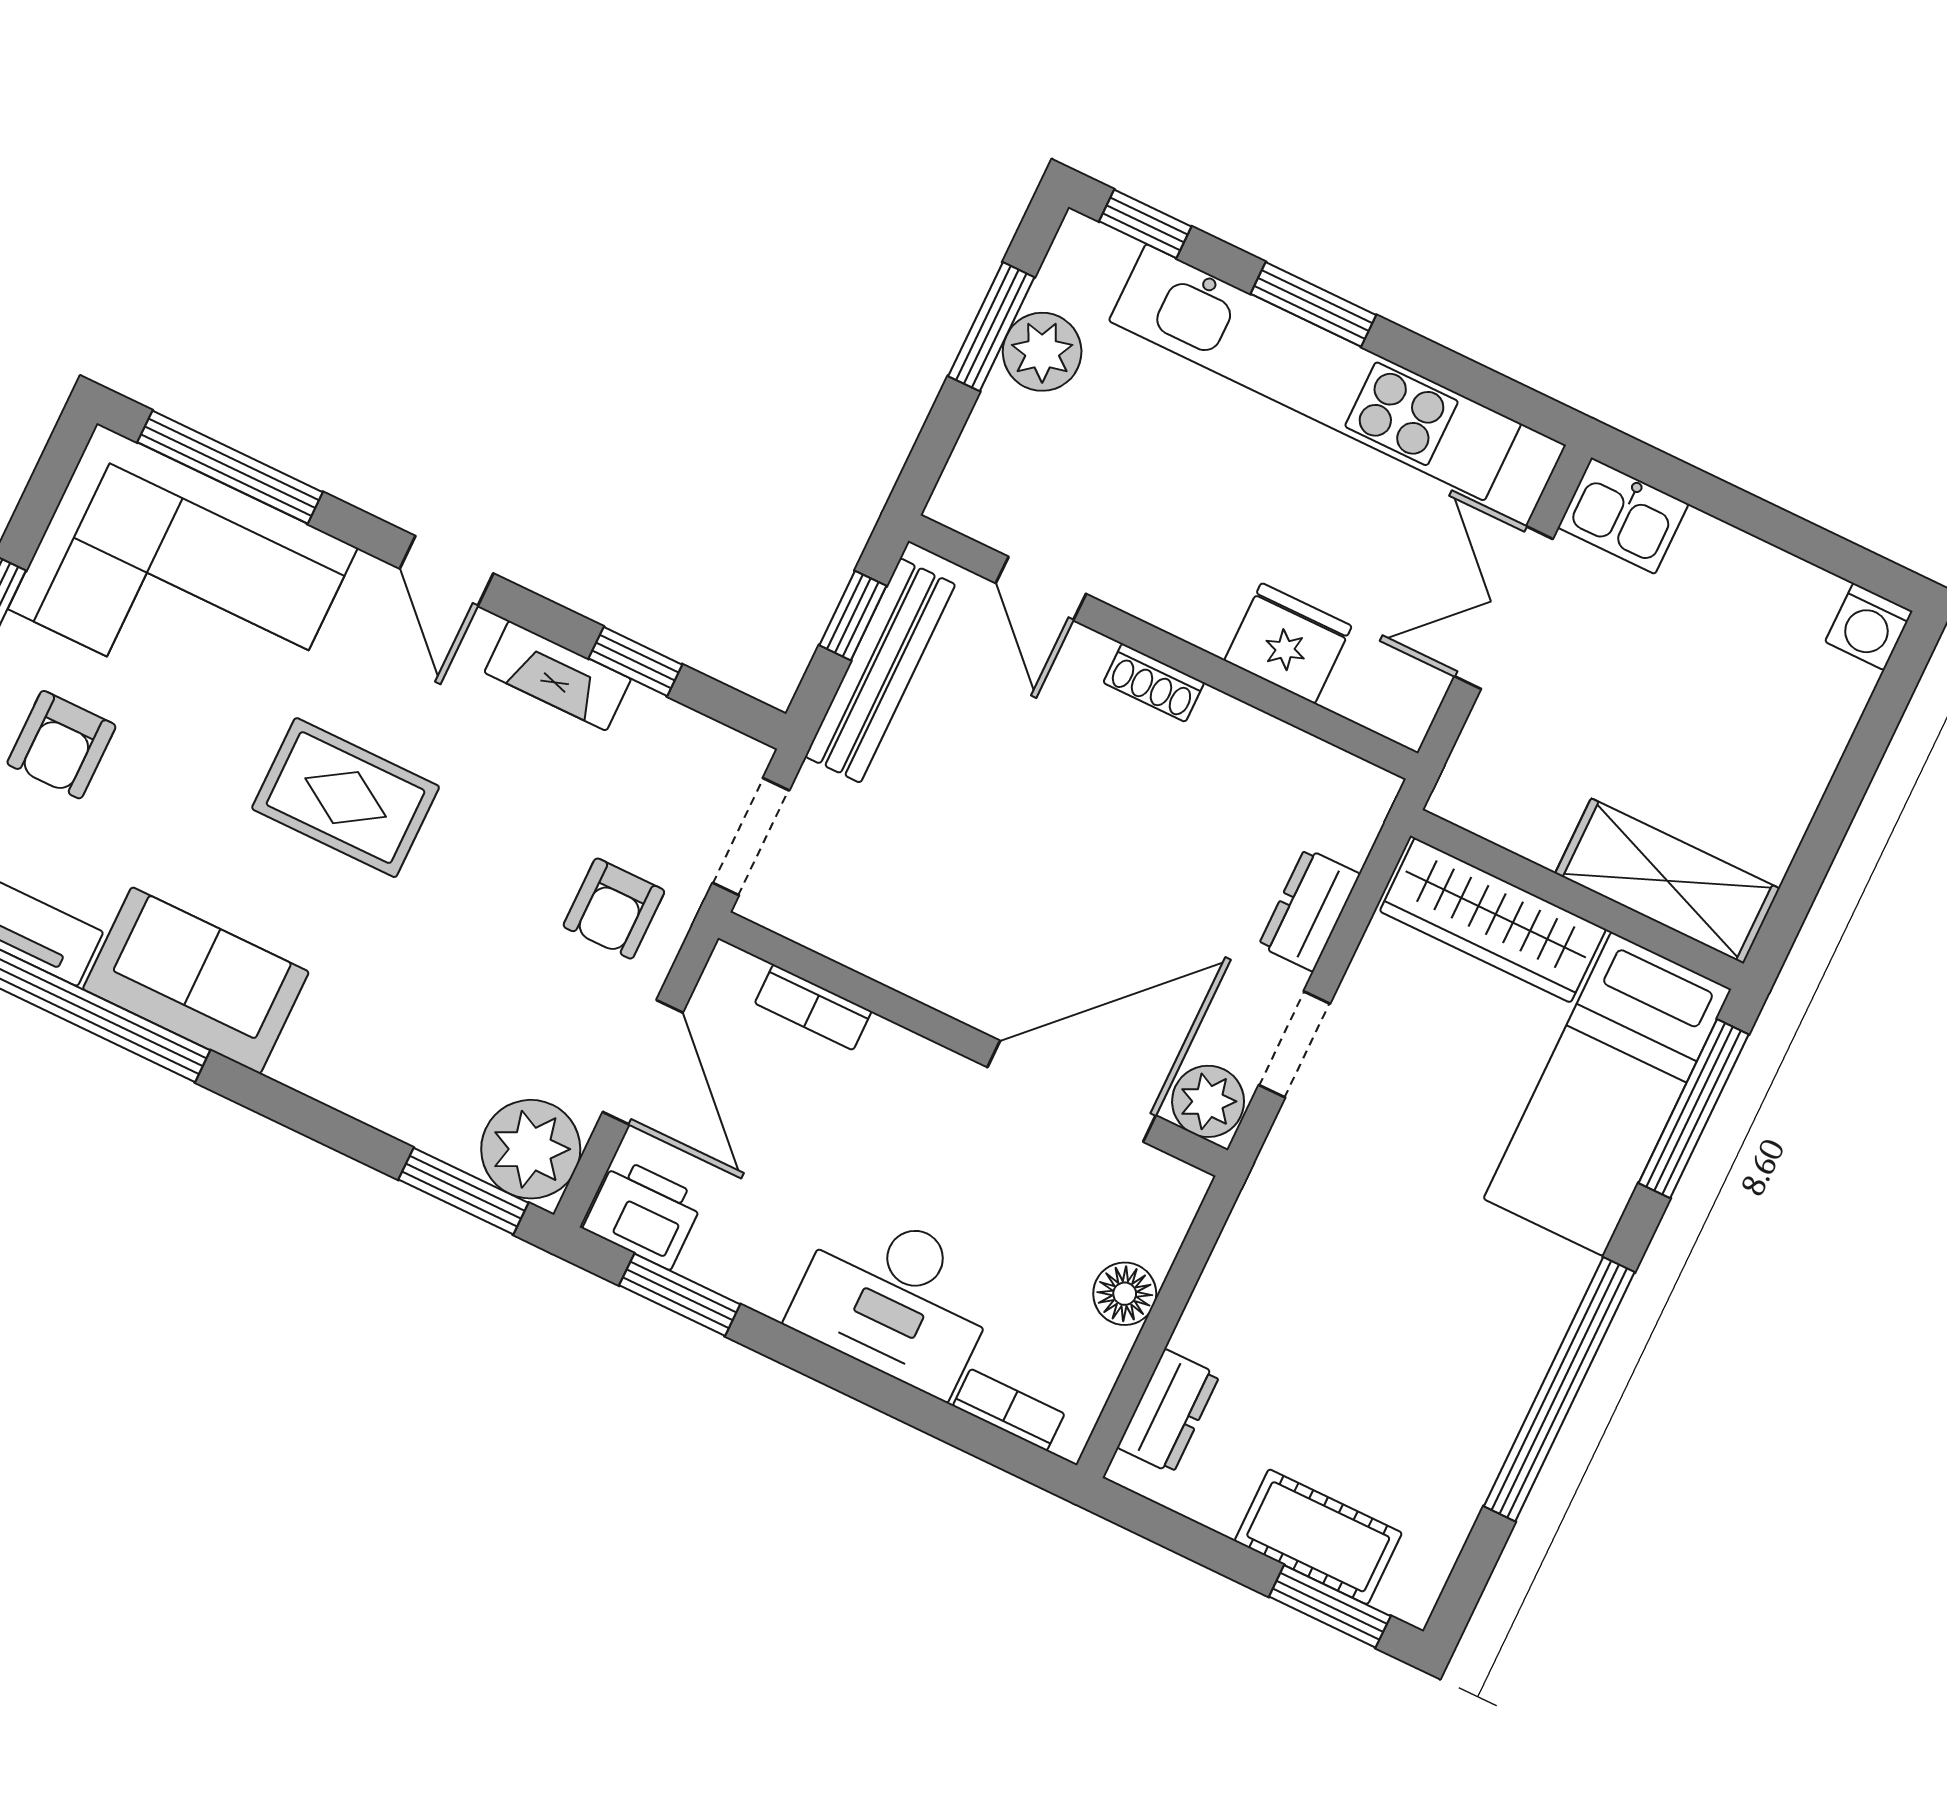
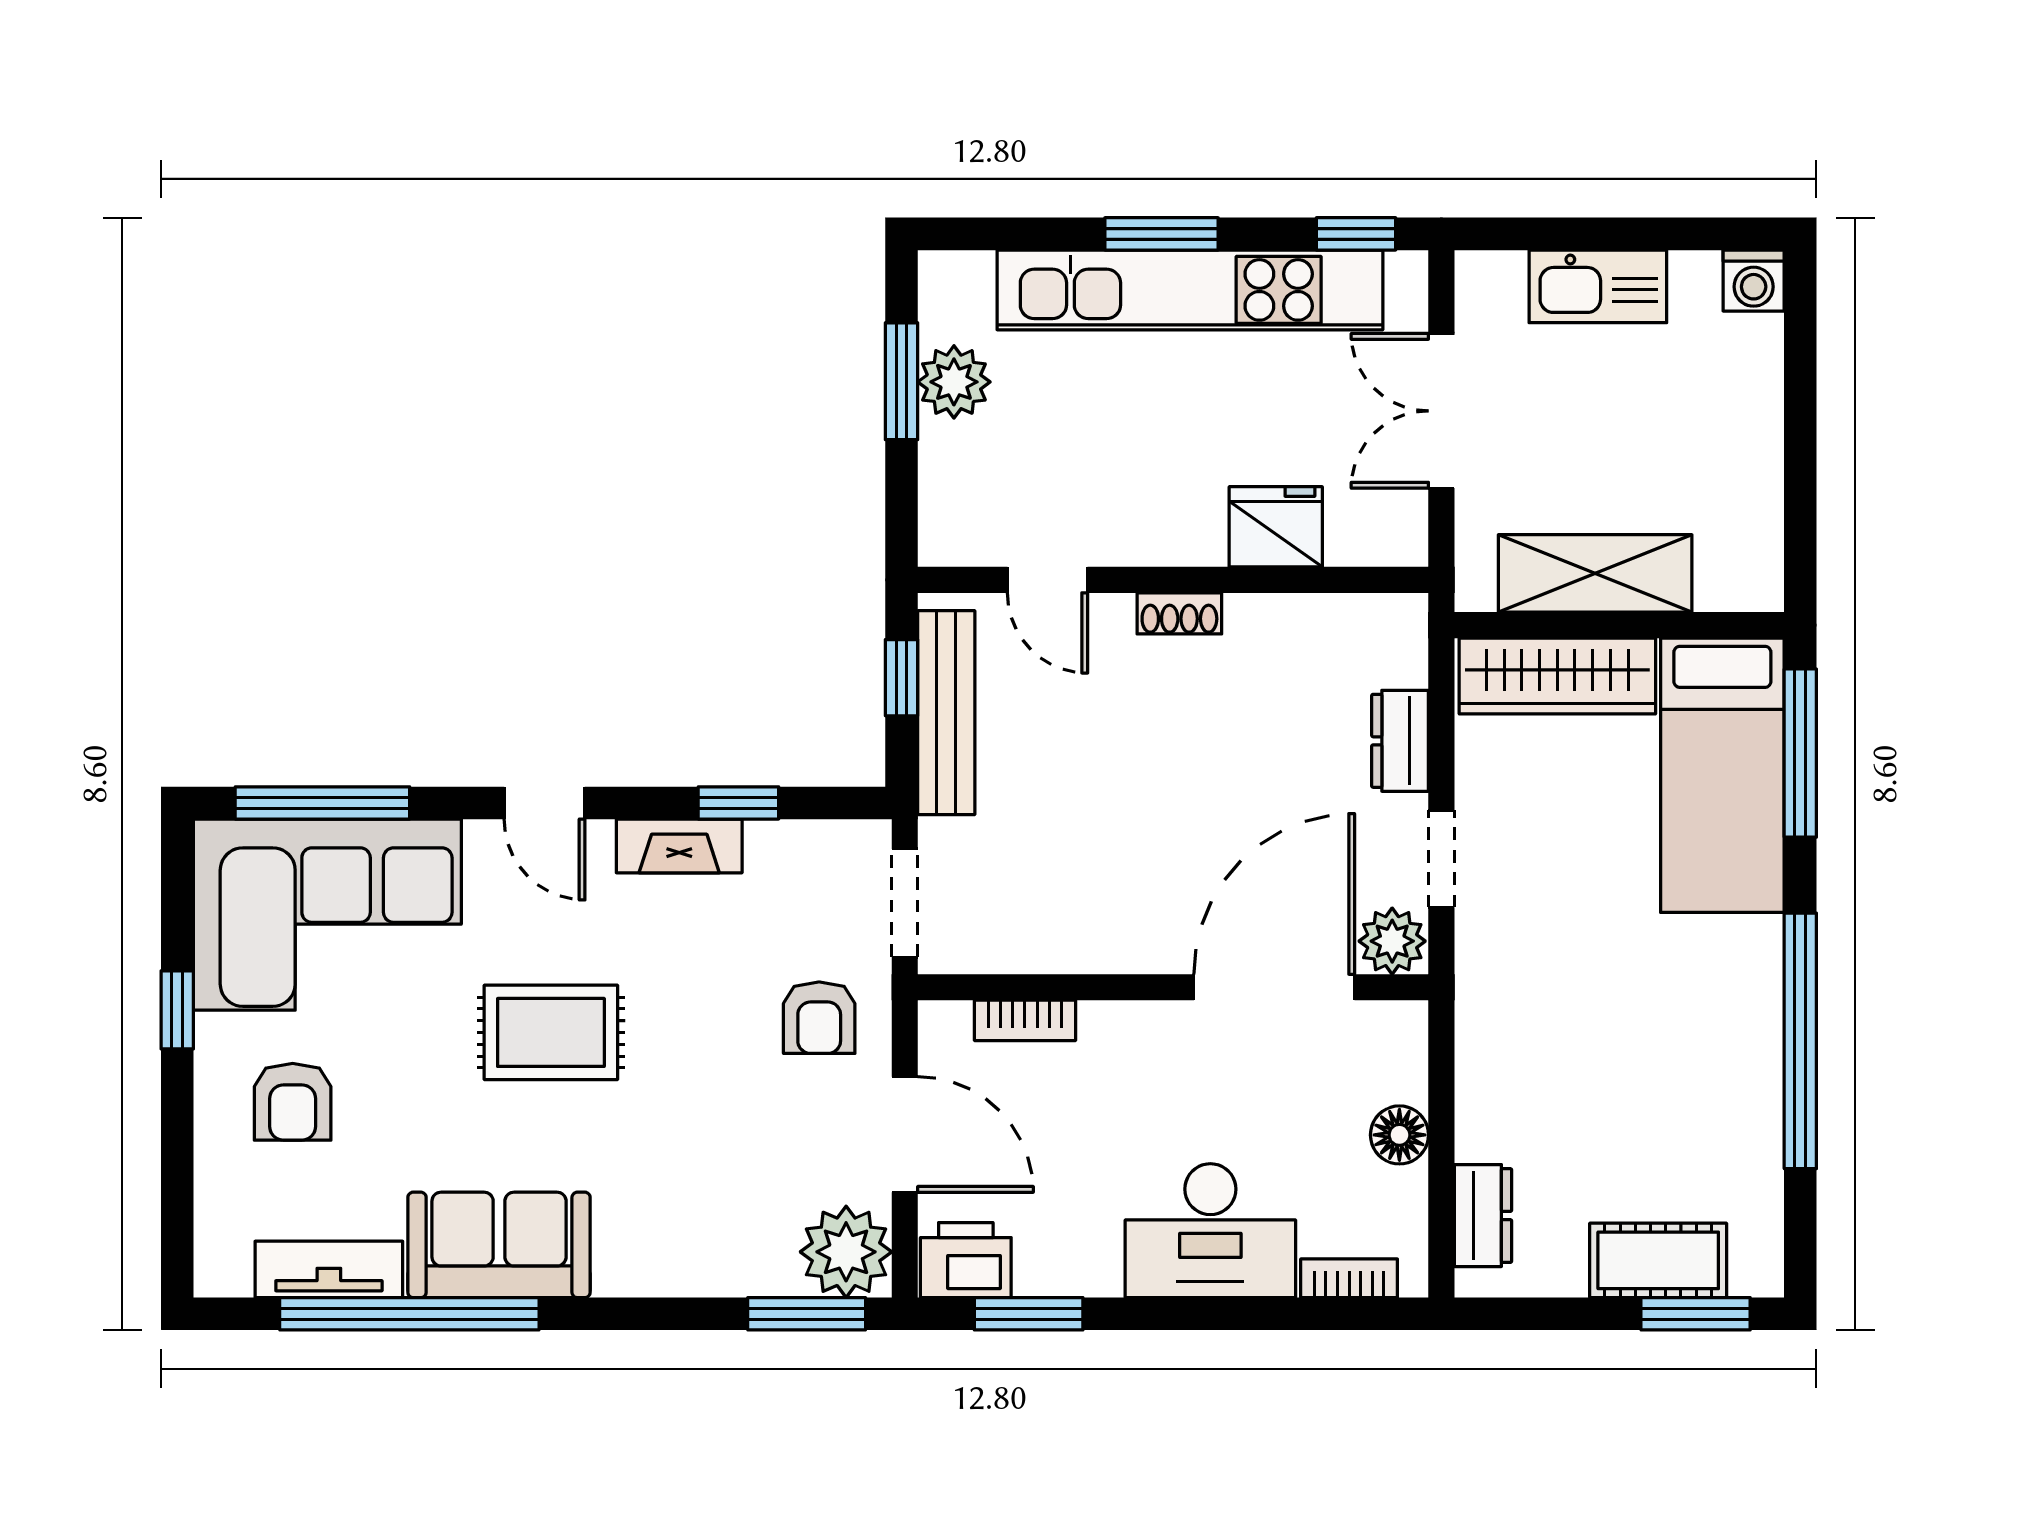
window: (1145, 224) -> (1356, 234), moved
kitchen sink: (1623, 516) -> (1598, 286), moved, width x1.38
shelving: (1667, 881) -> (1595, 573), moved

